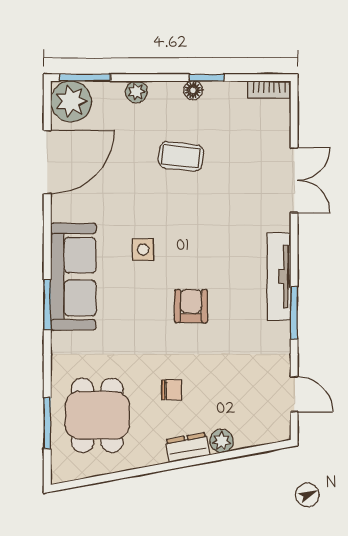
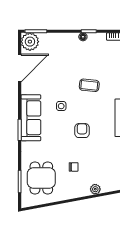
plant: (136, 92) -> (58, 37), removed
coffee table: (181, 156) -> (89, 85), moved
dresser: (188, 447) -> (81, 192), removed

